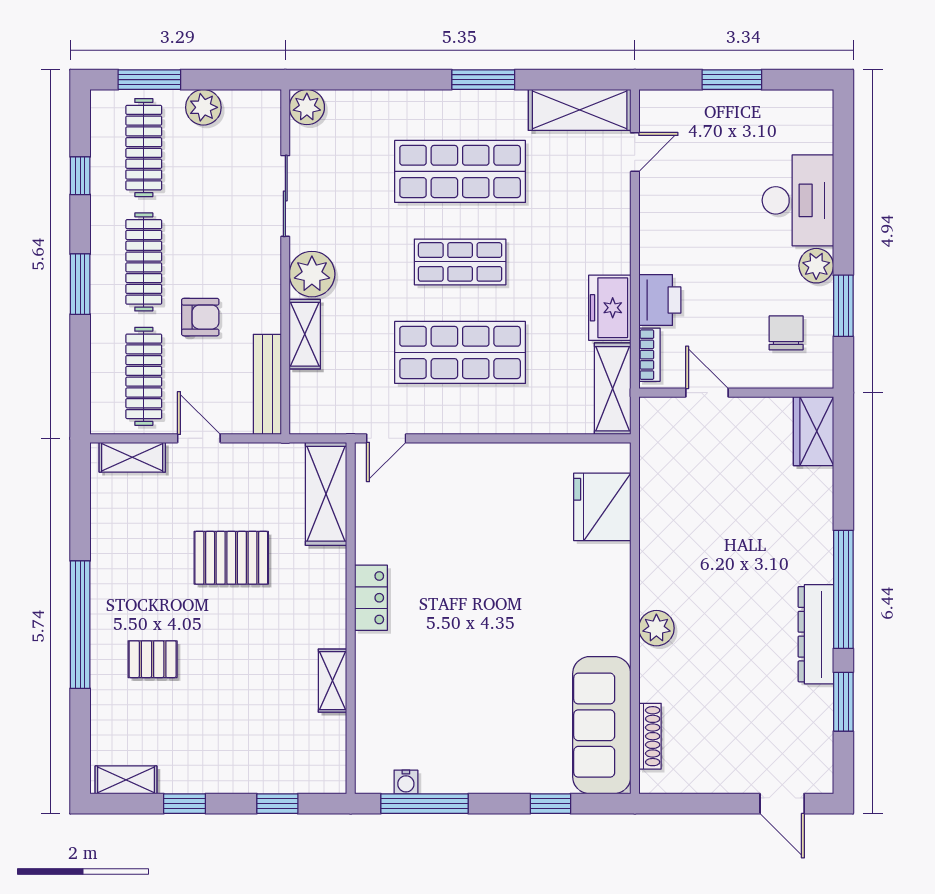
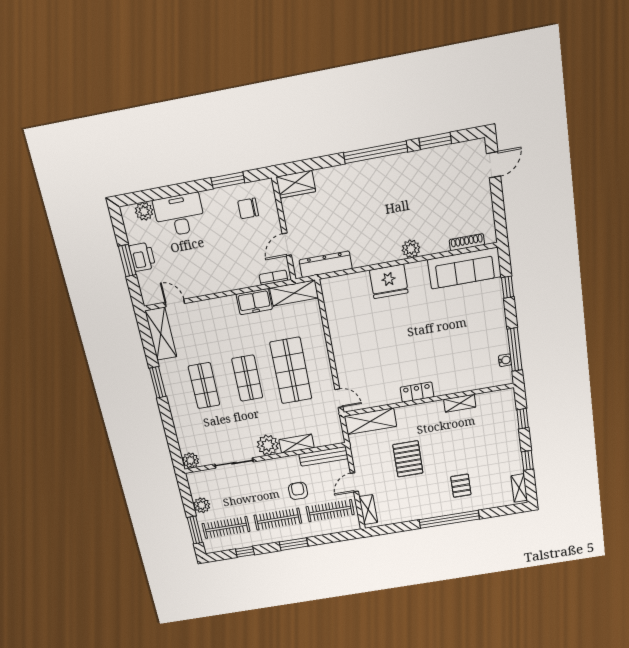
shop shelf: (460, 171) -> (204, 386), width x0.70, depth x0.74
plant: (816, 266) -> (144, 211), moved
printer: (660, 300) -> (142, 257), moved, turned 90
fridge: (602, 507) -> (389, 281), moved
dresser: (816, 634) -> (326, 264), moved, turned 180

